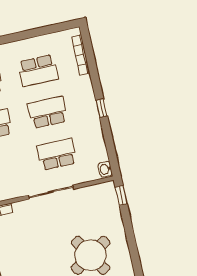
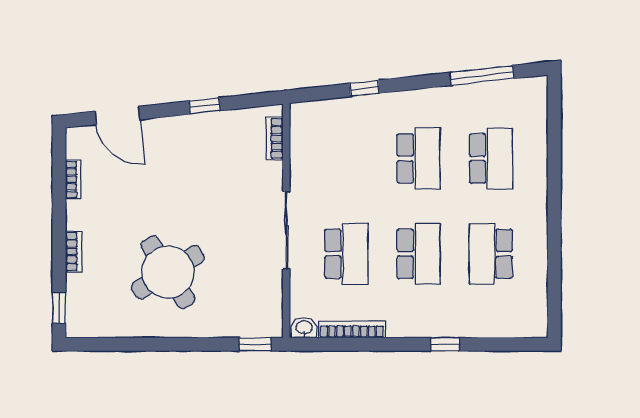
bookcase: (81, 55) -> (352, 329), moved
window: (102, 108) -> (445, 344), moved

